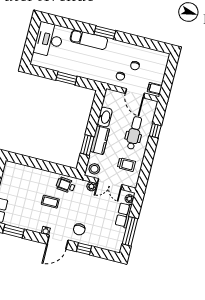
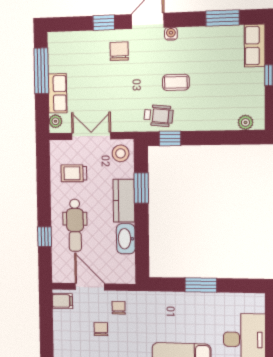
window: (62, 170) -> (170, 138), added
plant: (92, 186) -> (245, 122), moved

